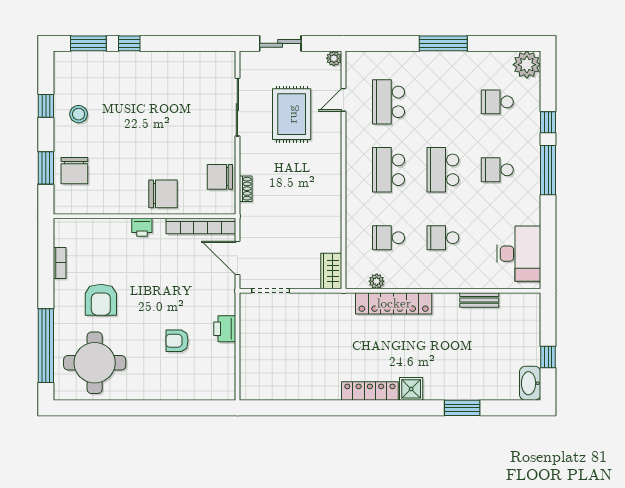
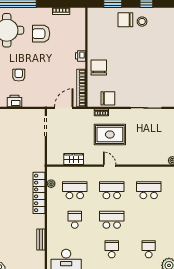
door: (343, 100) -> (110, 166), moved
rug: (292, 114) -> (110, 134), moved
chair: (74, 171) -> (125, 20), moved
chair: (220, 177) -> (108, 98), turned 90
chair: (163, 194) -> (99, 67), turned 180
school desk: (389, 238) -> (75, 190), width x1.85
wardrobe: (331, 271) -> (74, 159), moved
printer: (225, 329) -> (15, 101), moved

